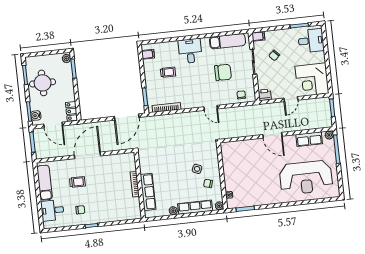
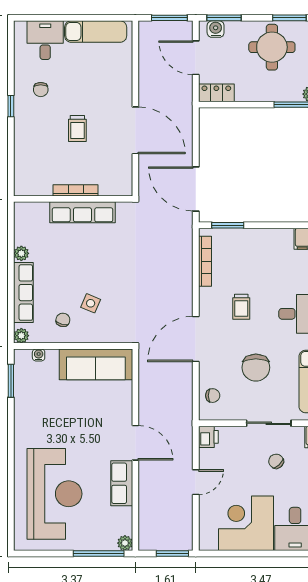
trolley: (168, 72) -> (241, 307), moved
corner desk: (312, 80) -> (246, 523), moved
door: (291, 99) -> (196, 482), swing flipped
door: (211, 108) -> (196, 339), width x1.88
door: (53, 125) -> (196, 58), hinge flipped
door: (272, 135) -> (135, 443), swing flipped
row of seats: (309, 139) -> (122, 483), moved
door: (87, 155) -> (135, 130), moved
sofa: (231, 162) -> (96, 364), added
reception desk: (306, 178) -> (54, 494), turned 180
trolley: (77, 182) -> (77, 129), moved
row of seats: (148, 192) -> (82, 212), moved

